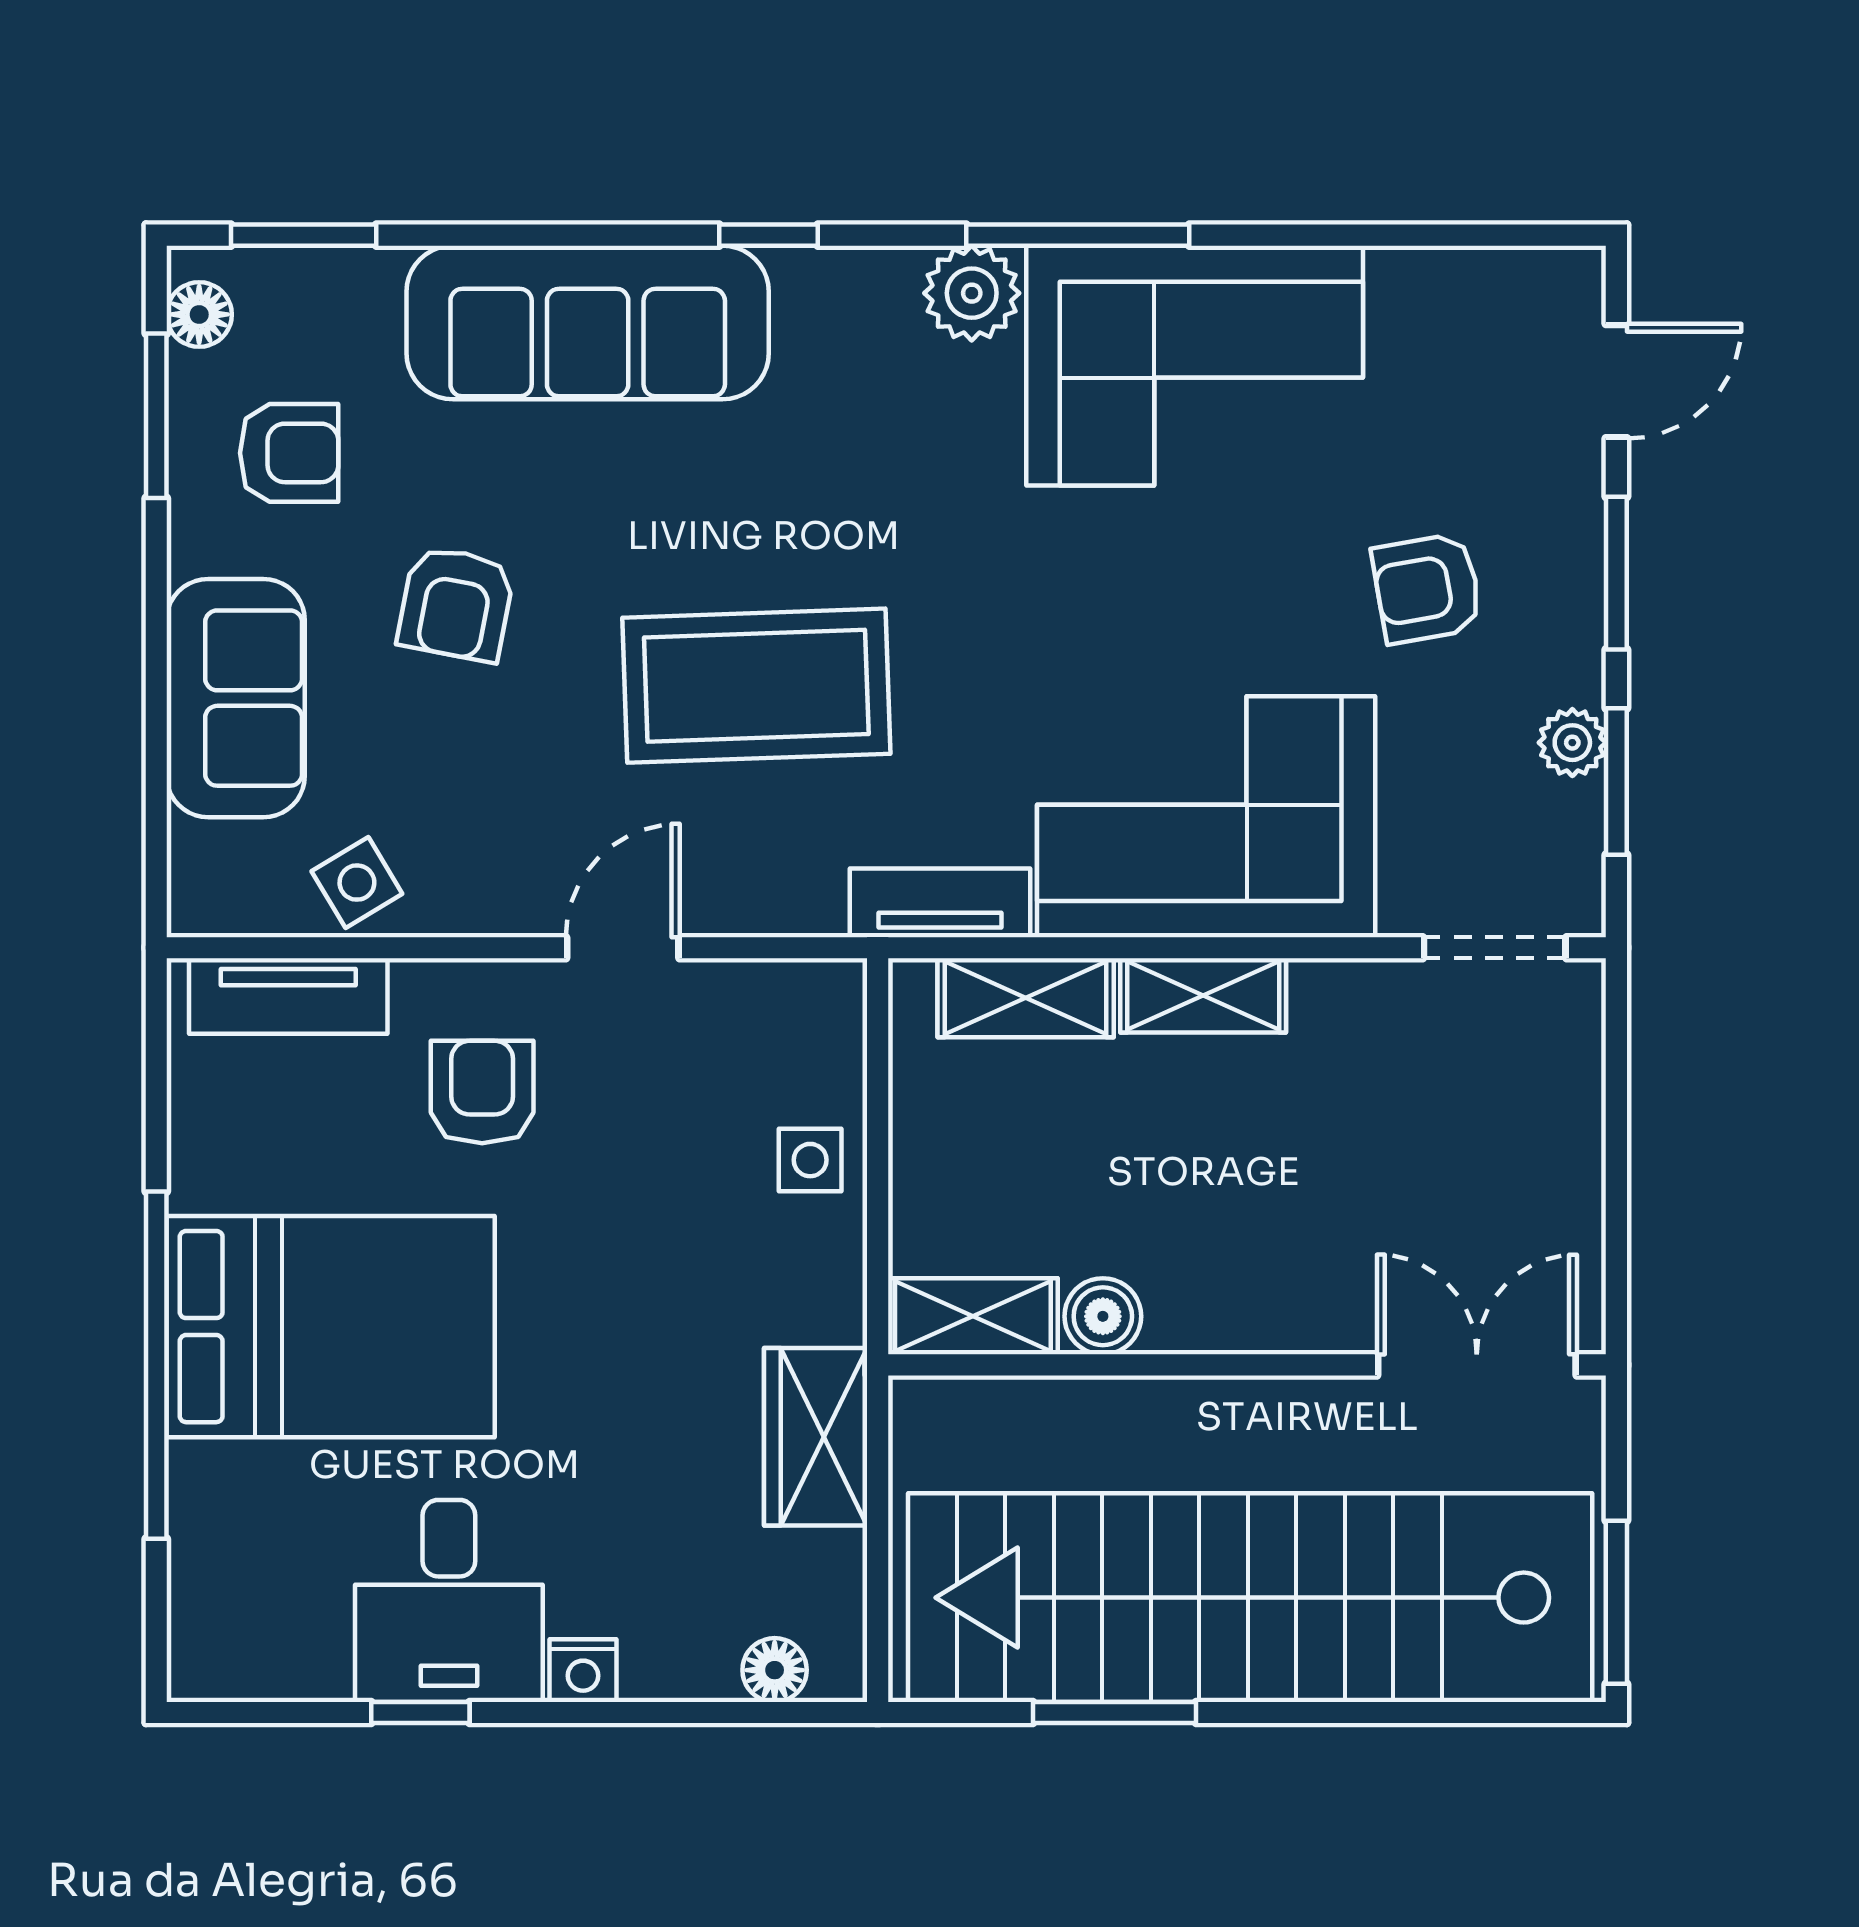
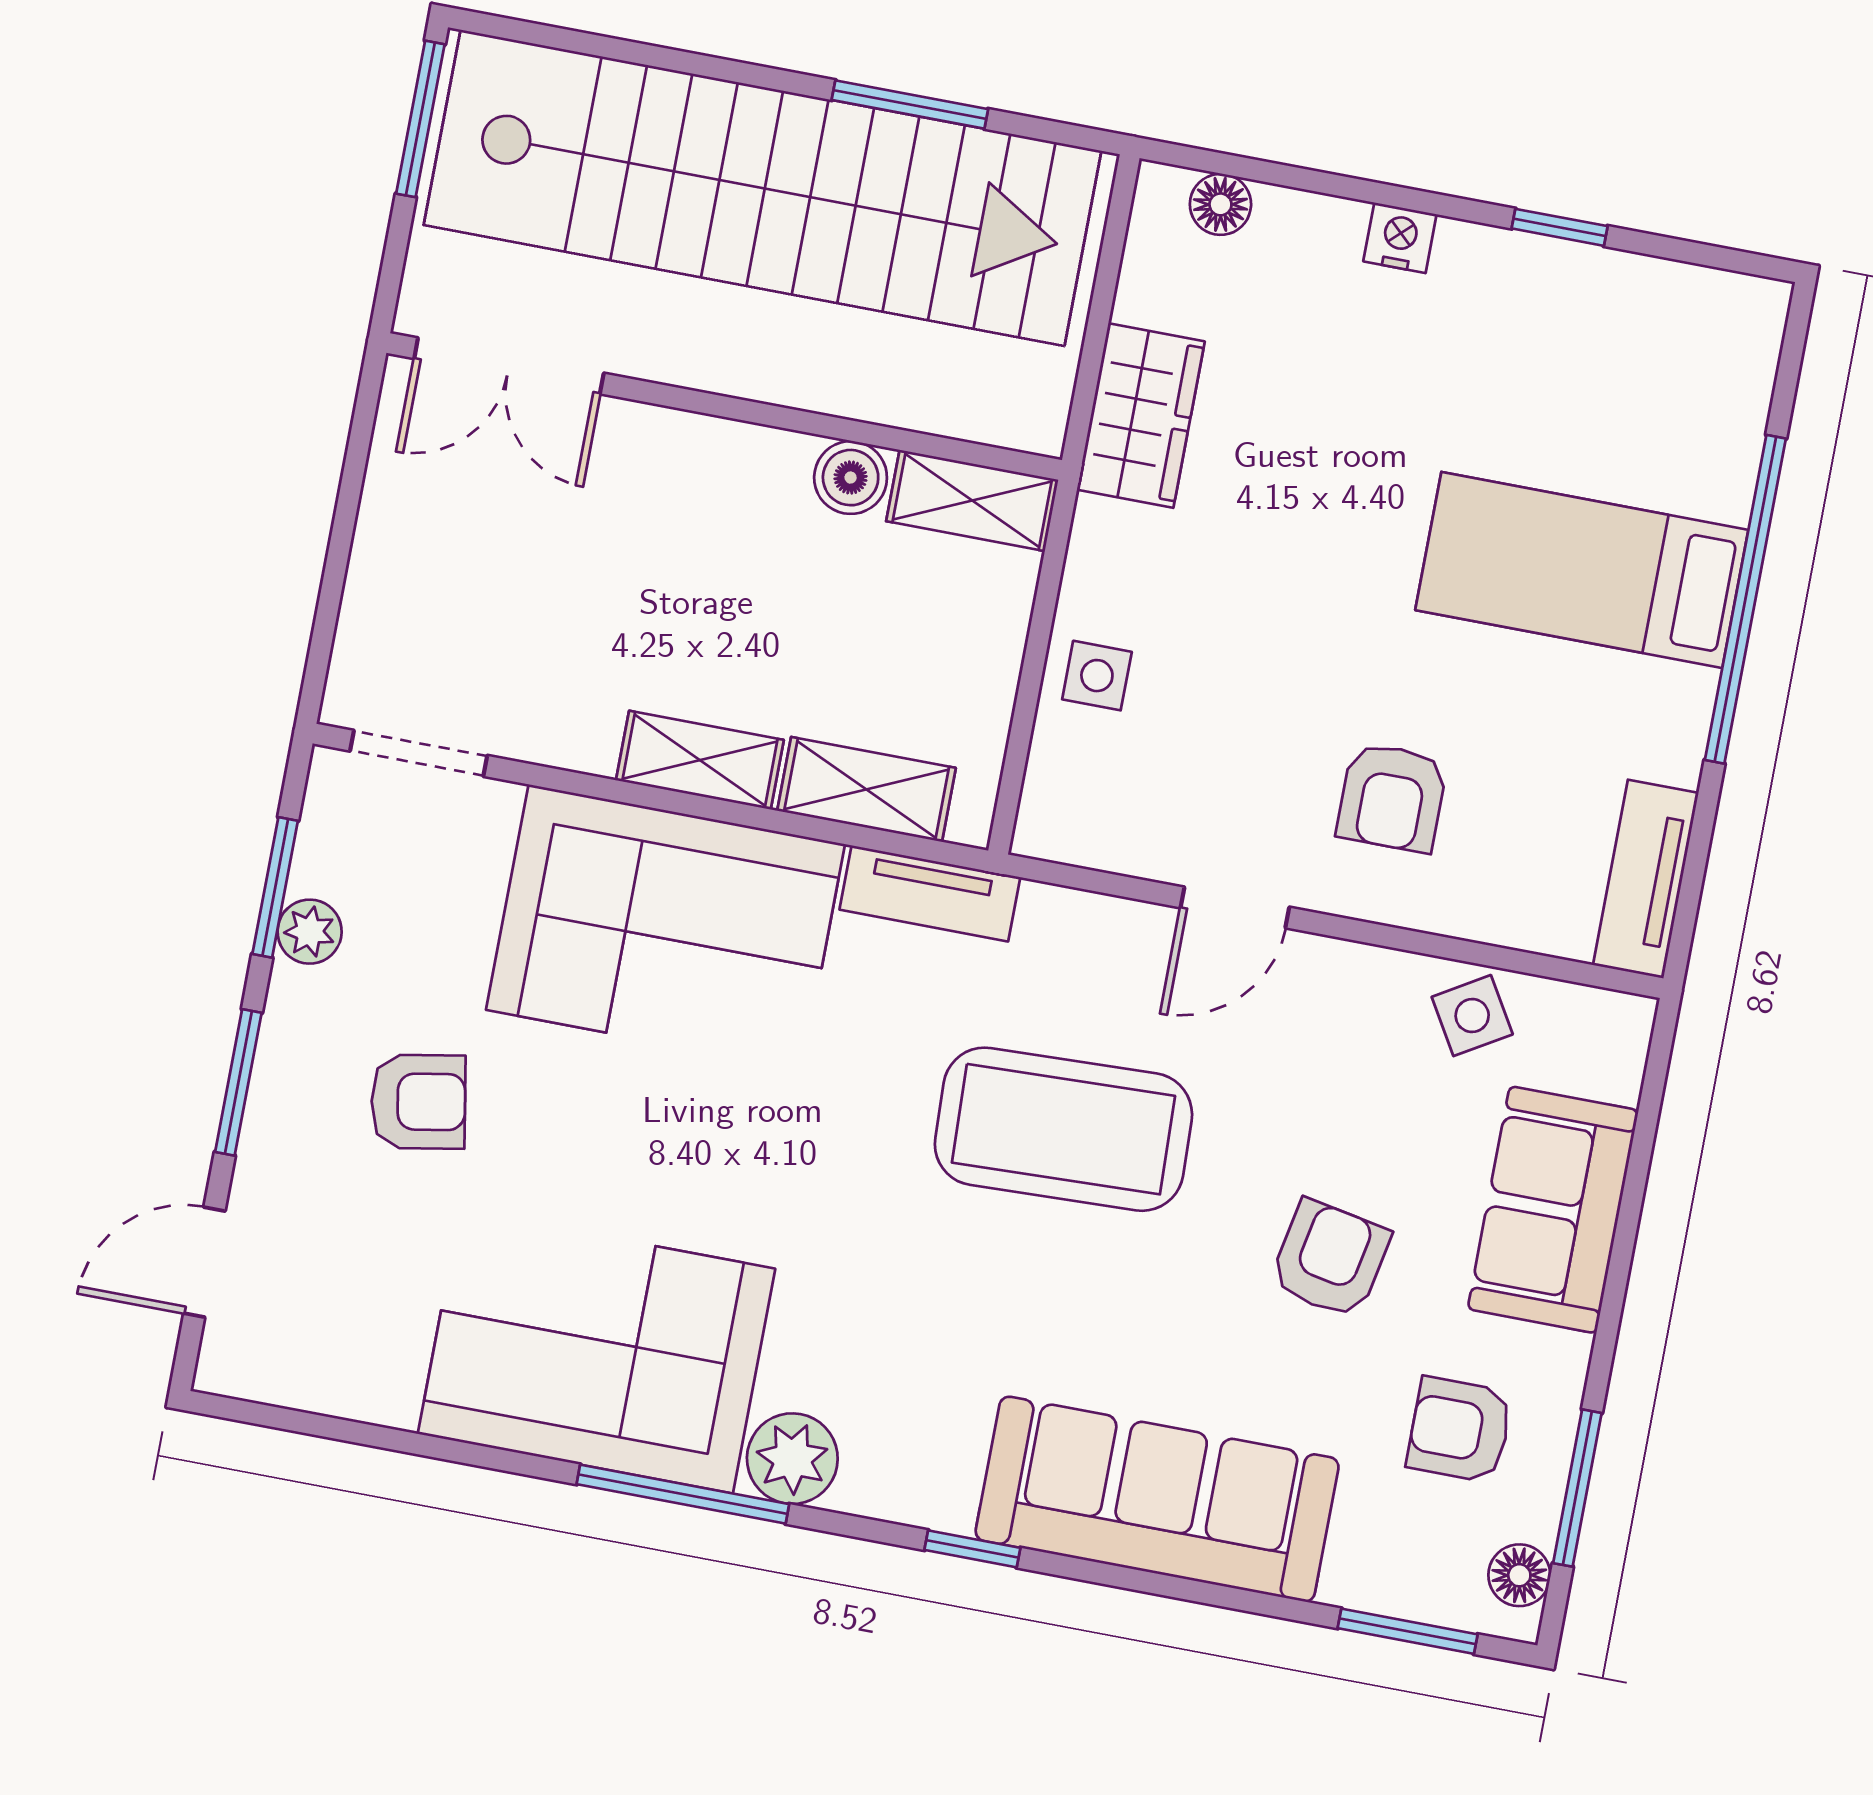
tv unit: (288, 996) -> (1646, 879), moved, turned -90
bed: (331, 1327) -> (1582, 570), width x0.67
desk: (449, 1601) -> (1513, 327), removed

